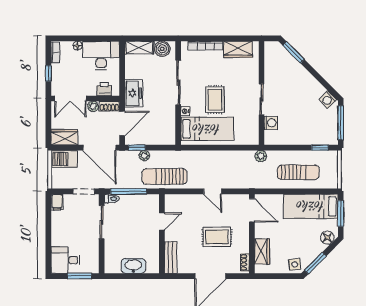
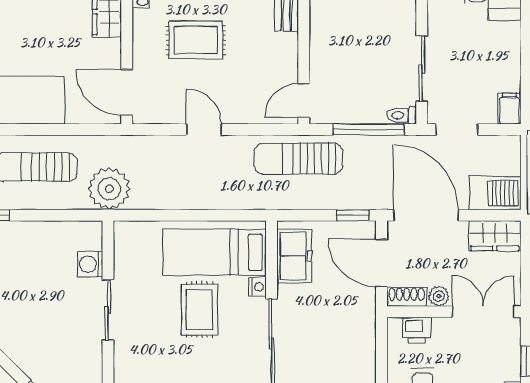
freezer: (134, 93) -> (294, 256), moved, turned 180
door: (122, 123) -> (382, 263), hinge flipped
plant: (144, 156) -> (338, 200), removed
plant: (261, 156) -> (109, 189), width x1.88, depth x1.88
sun lounger: (164, 177) -> (299, 159), turned 180
door: (162, 221) -> (304, 100), moved

